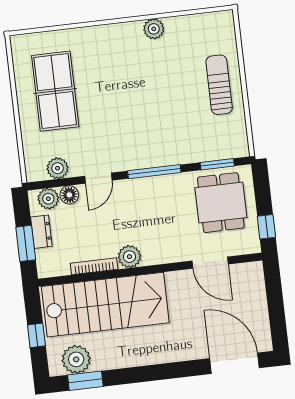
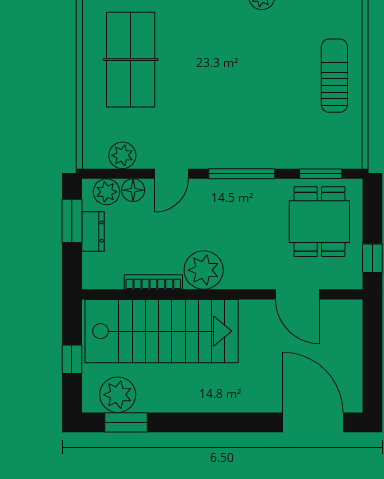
window: (26, 243) -> (72, 221), moved
plant: (129, 257) -> (204, 270), width x1.36, depth x1.36

